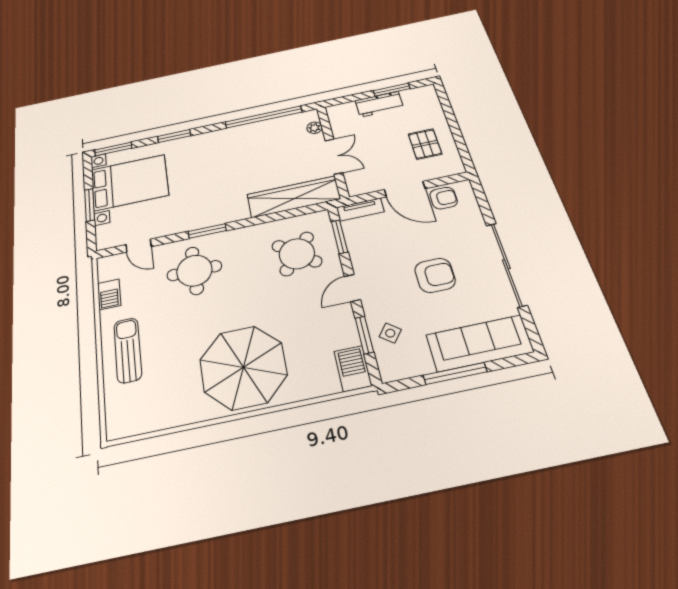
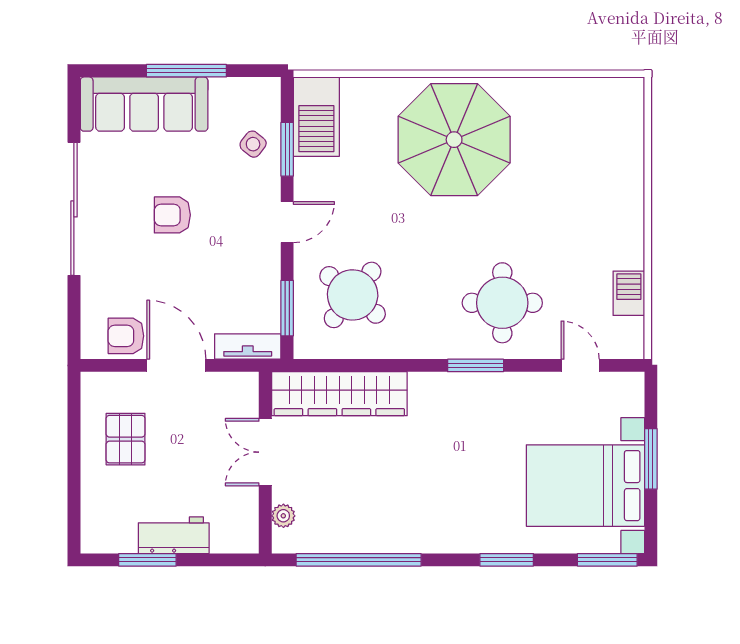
armchair: (435, 275) -> (172, 215), width x0.72, depth x0.72
sun lounger: (128, 350) -> (608, 200), removed
barbecue: (353, 368) -> (316, 117), width x1.37, depth x1.21

